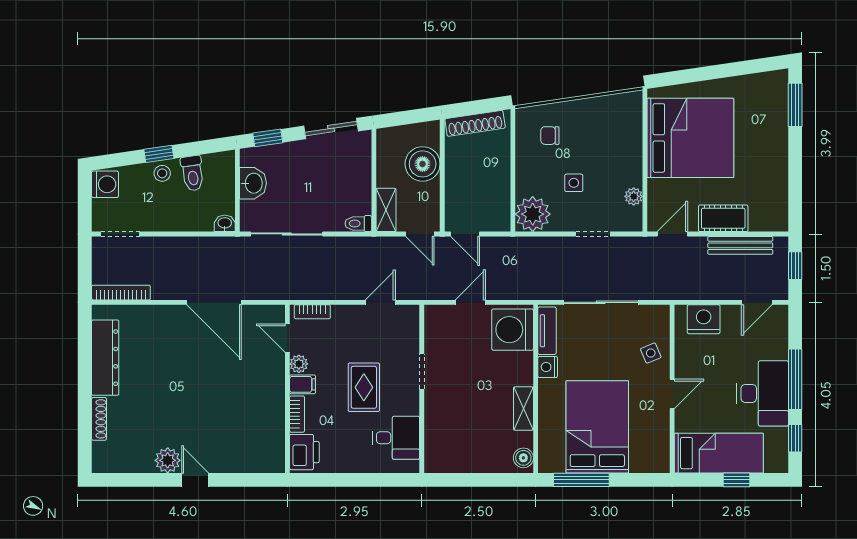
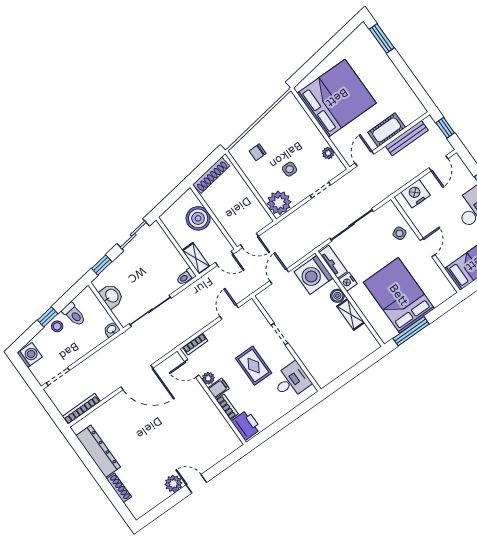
boiler: (523, 458) -> (337, 296), moved

